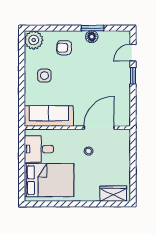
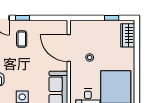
coffee table: (109, 75) -> (22, 39), added
window: (133, 176) -> (112, 18), added

